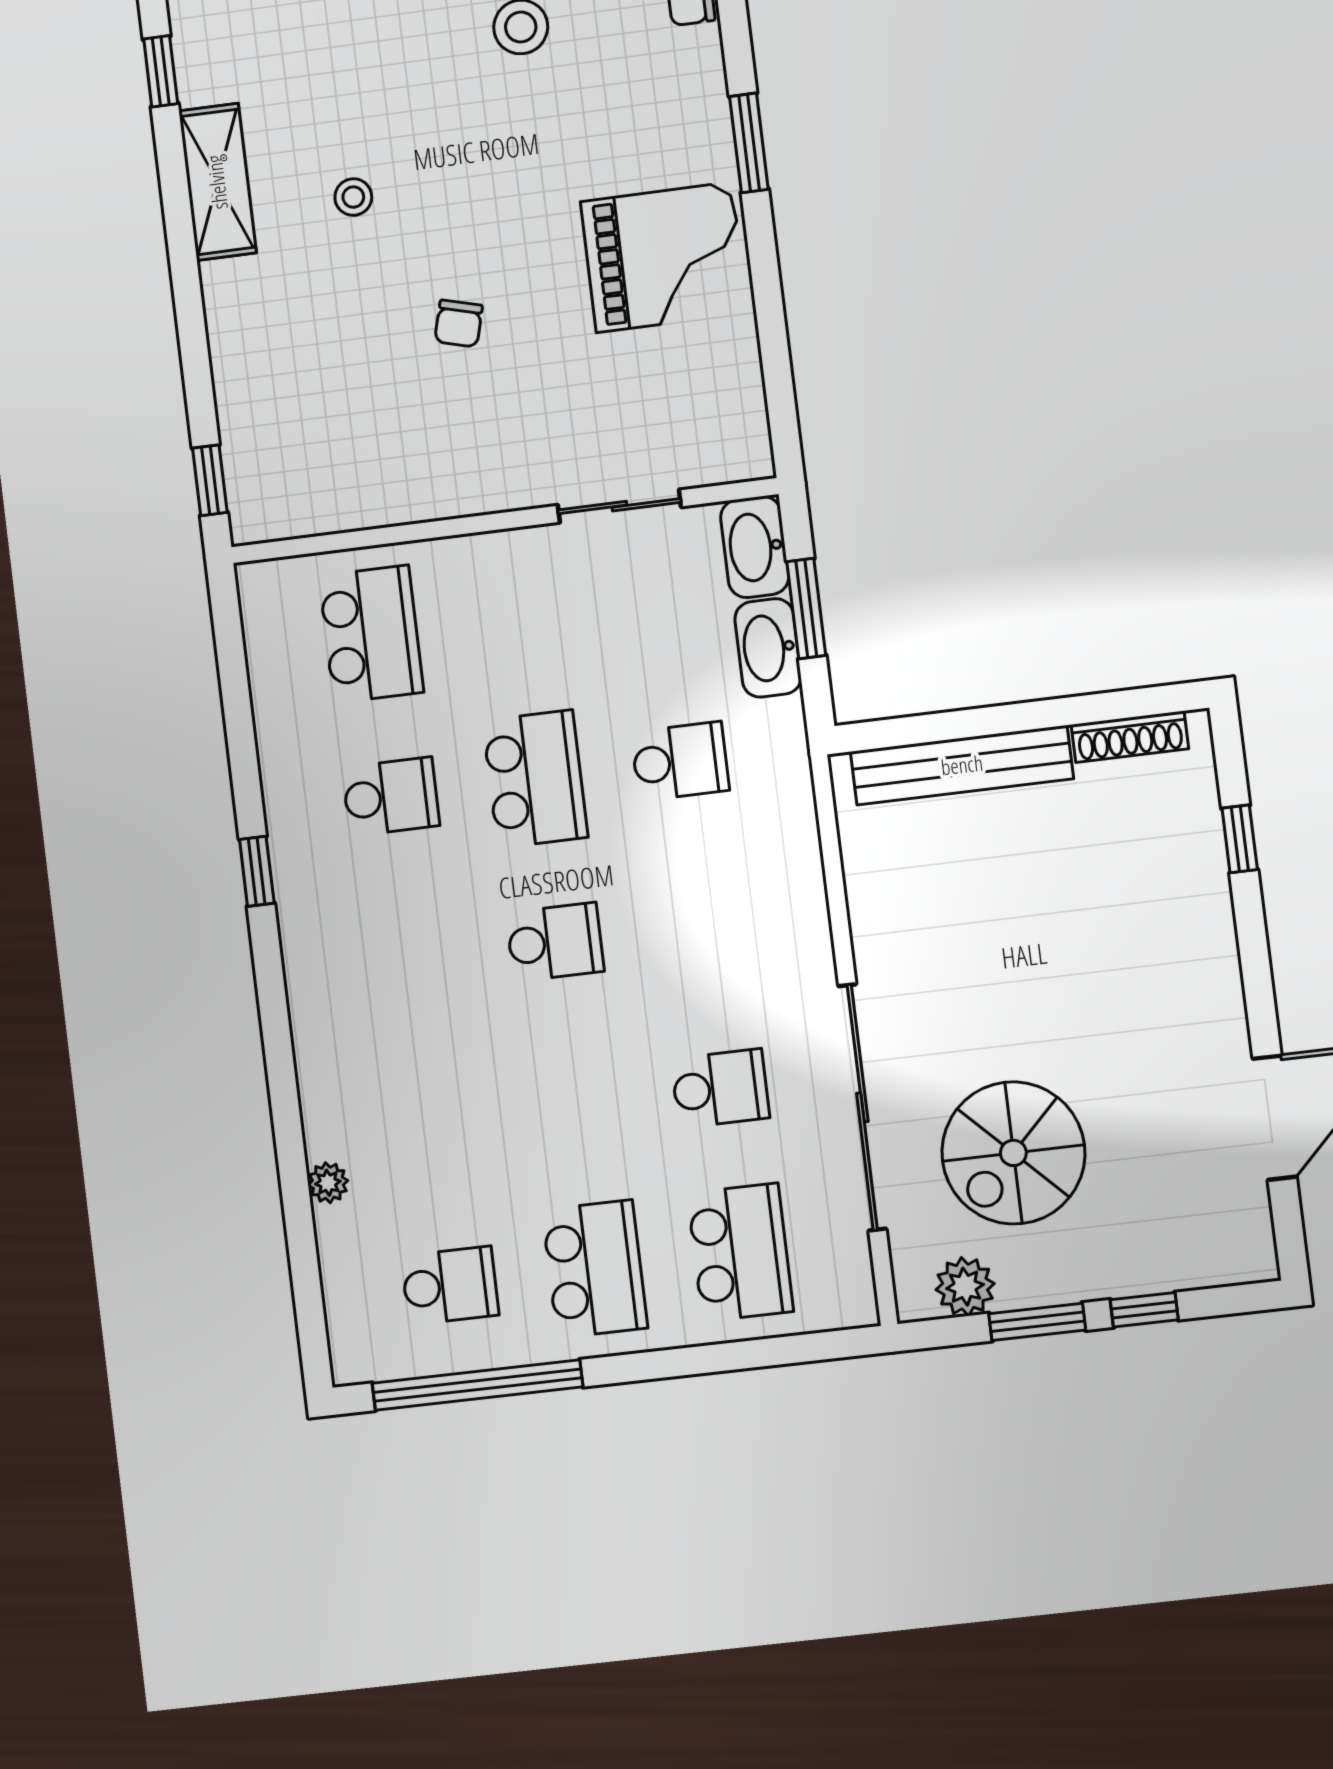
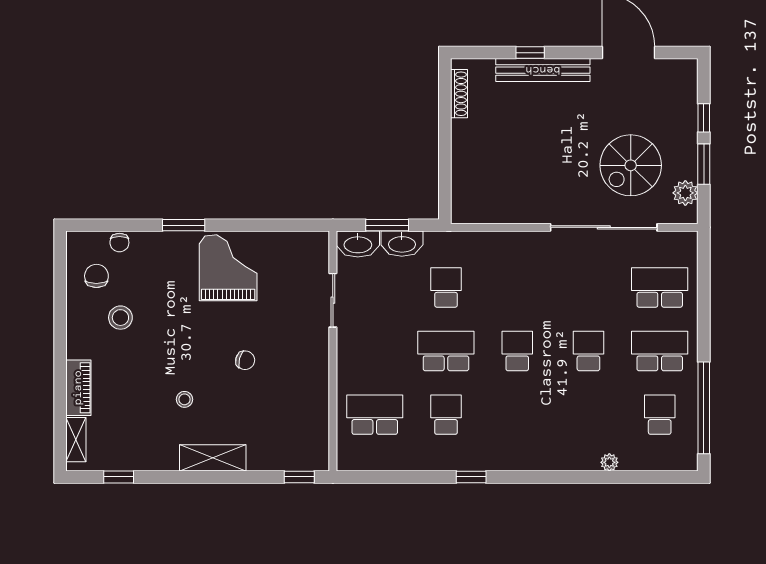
shelving: (217, 182) -> (213, 458), moved
bench: (962, 765) -> (543, 70), moved, turned 90
window: (1240, 839) -> (530, 53), moved
school desk: (720, 1088) -> (588, 351), moved
spiral stairs: (1013, 1153) -> (631, 165), turned 90

